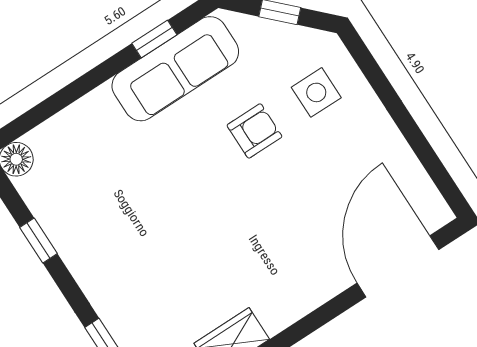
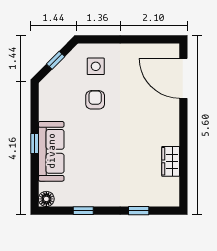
window: (154, 39) -> (35, 144), moved
sofa: (175, 69) -> (51, 151), moved

